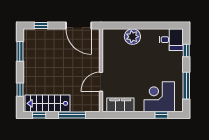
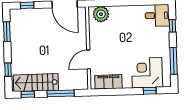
plant: (132, 37) -> (101, 14), moved

